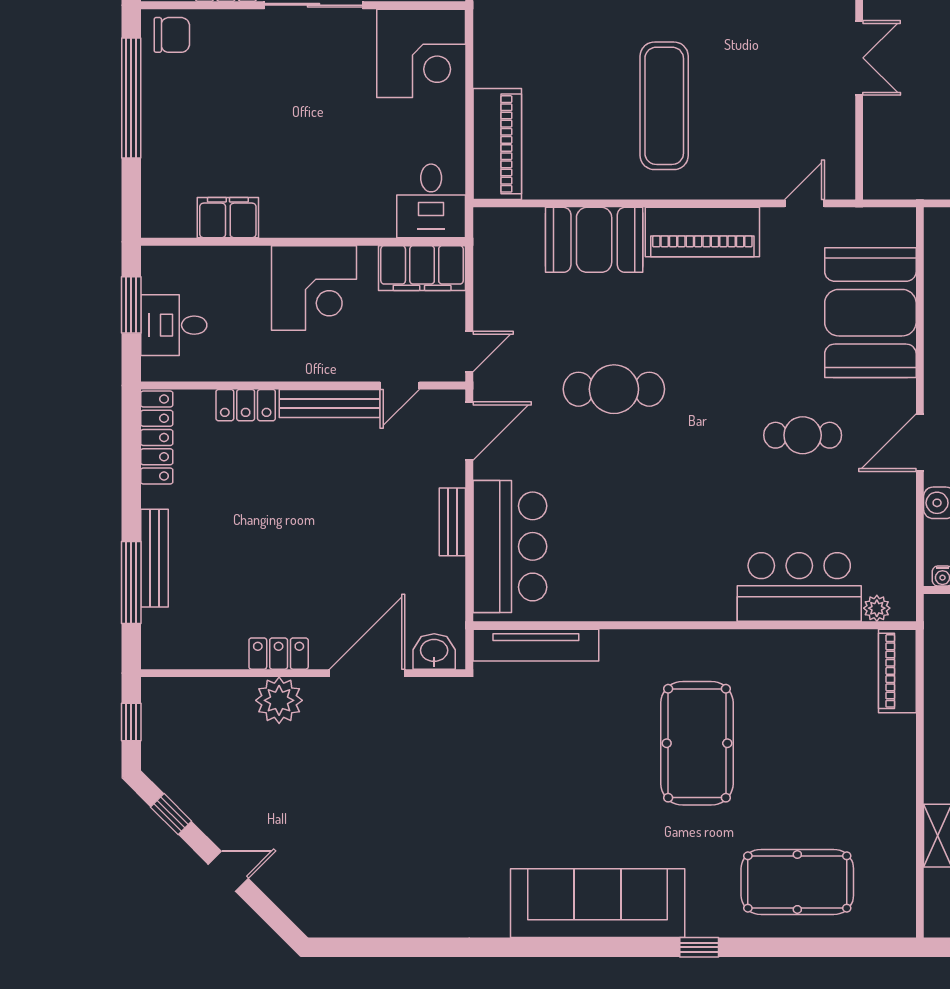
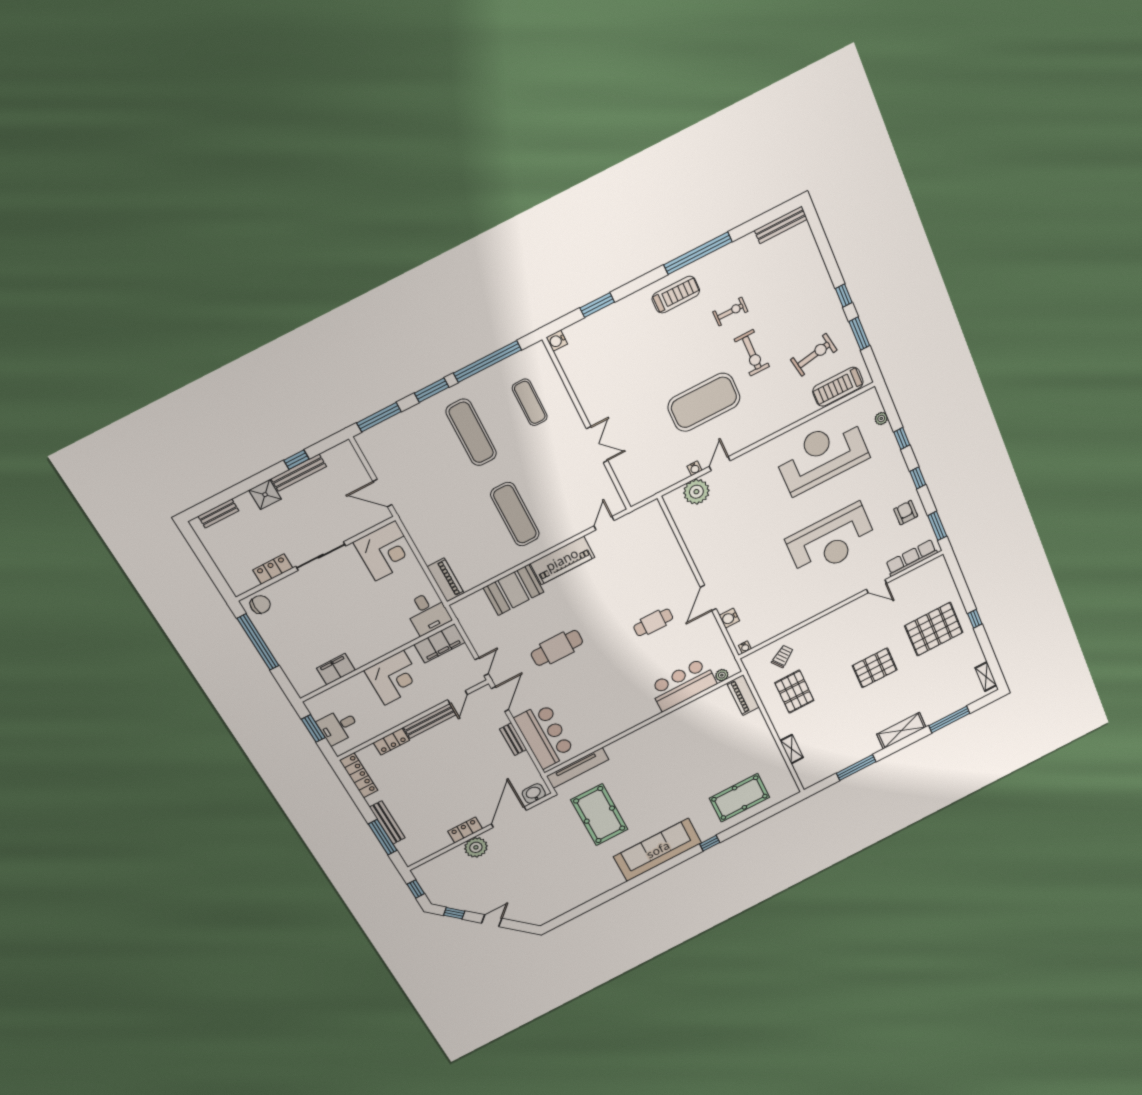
piano: (497, 144) -> (446, 580), width x0.73, depth x0.75
booth: (870, 313) -> (659, 555), removed
pool table: (697, 743) -> (599, 815), moved

